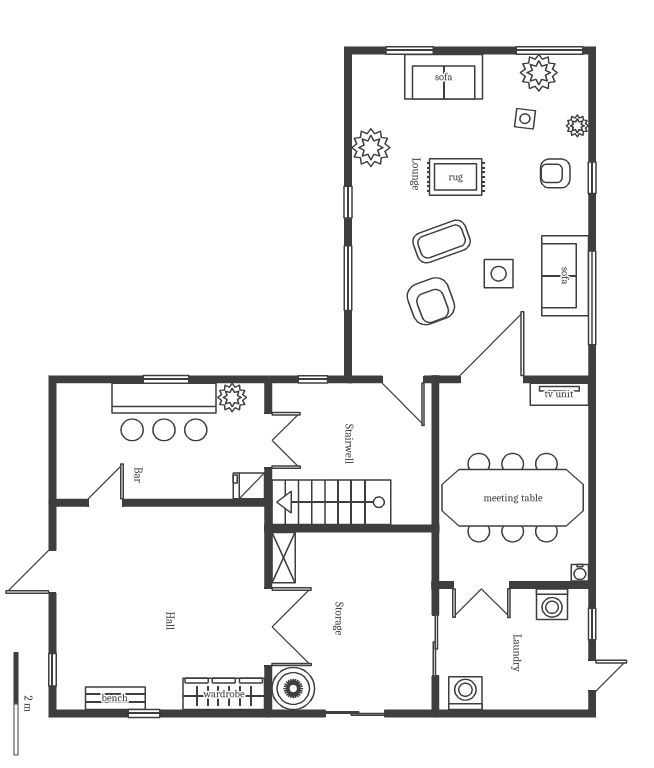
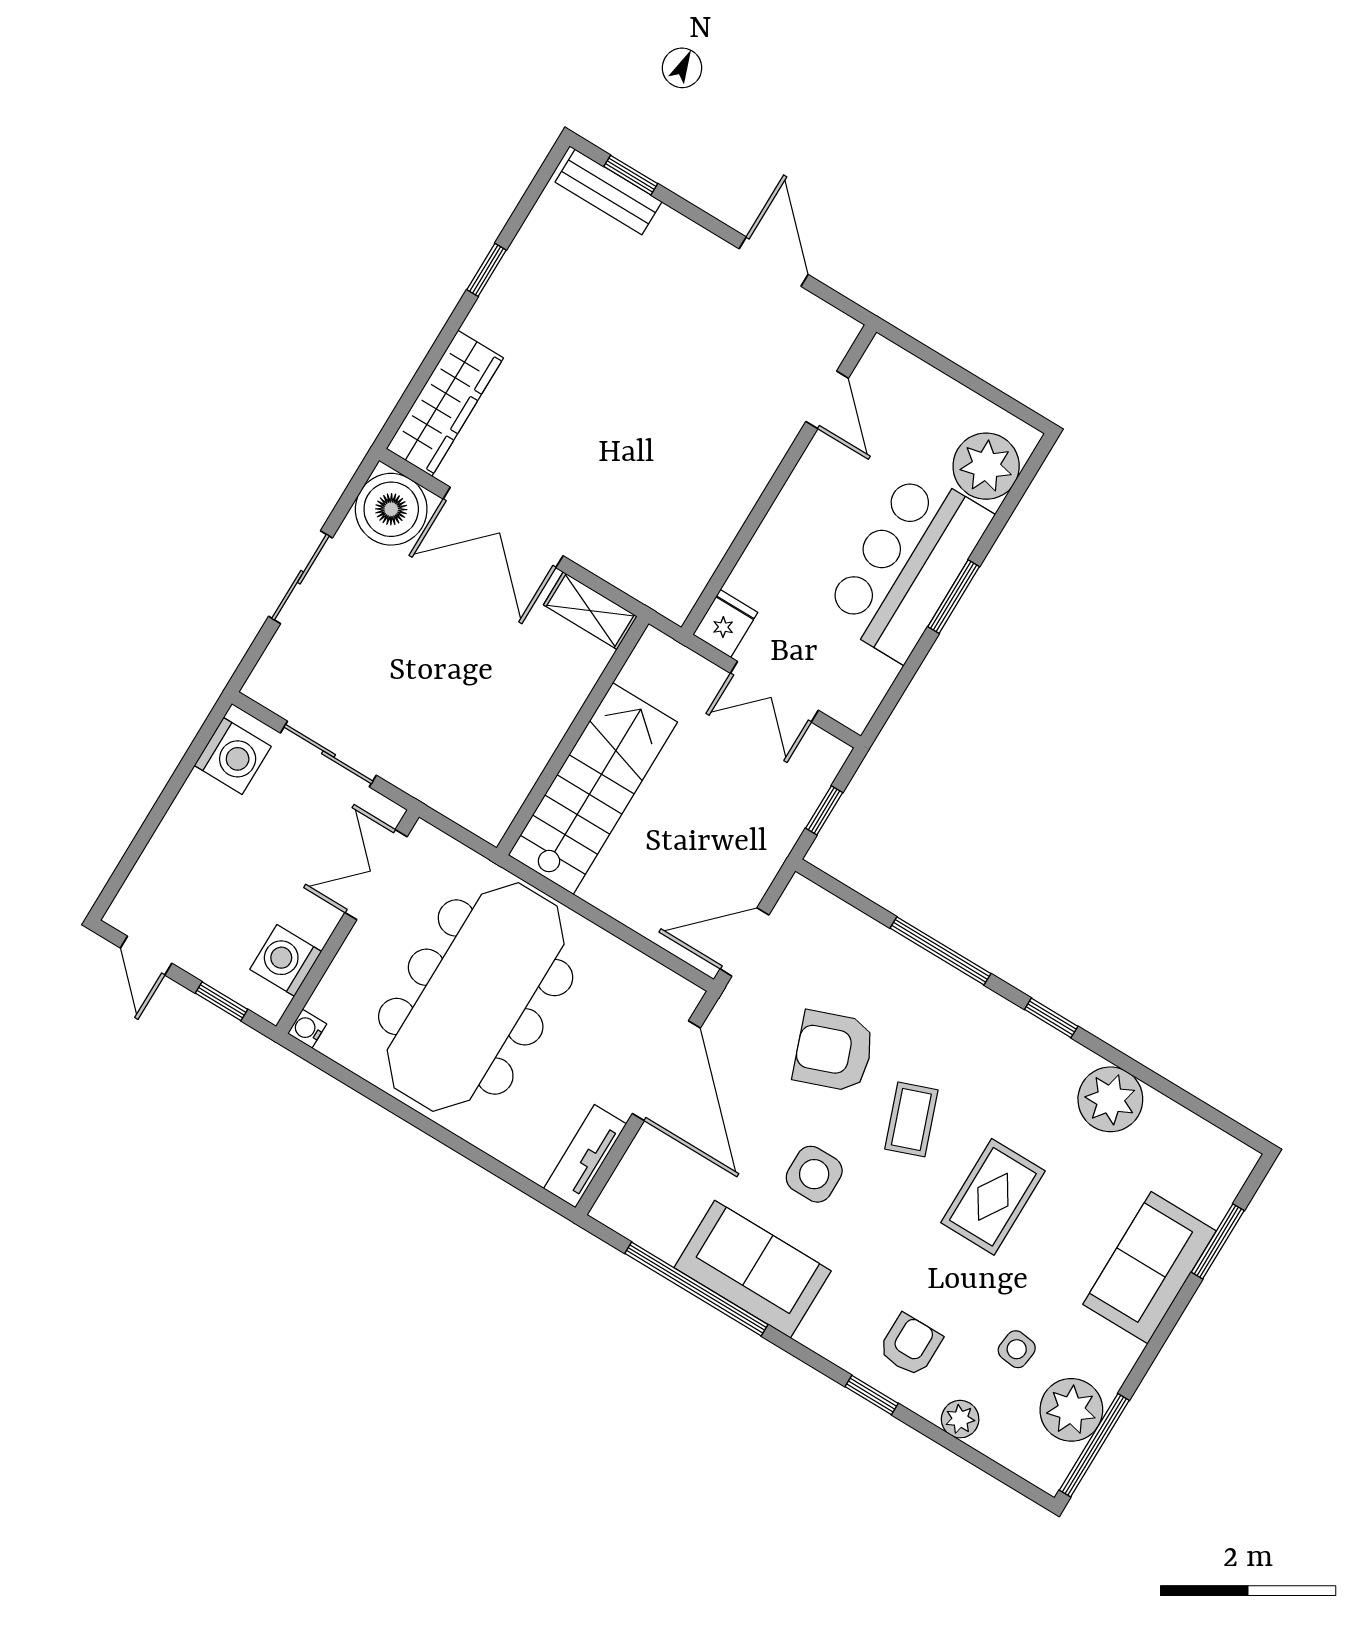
coffee table: (442, 241) -> (911, 1119), width x0.73, depth x0.77
plant: (232, 397) -> (986, 466), moved, width x1.36, depth x1.36
stairs: (331, 502) -> (593, 789), moved
bench: (115, 698) -> (608, 192), moved, turned 90

